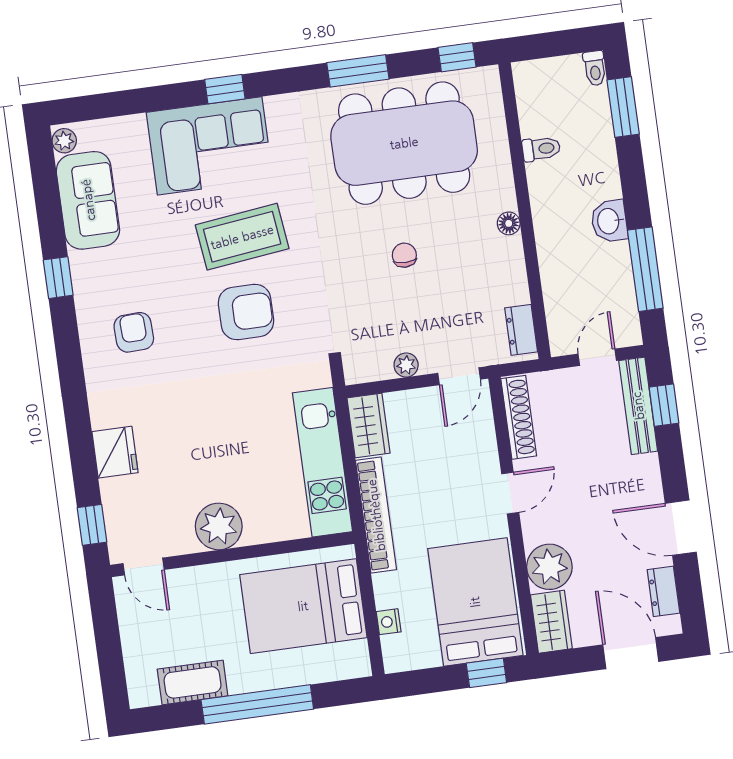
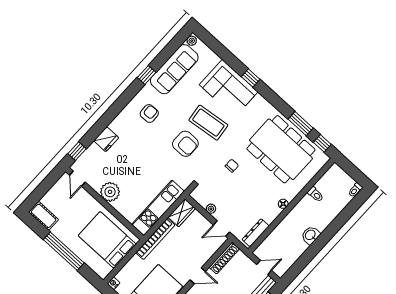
window: (358, 71) -> (301, 124), moved
window: (623, 107) -> (350, 209), removed
sofa: (88, 200) -> (174, 69), width x1.36
chair: (404, 255) -> (232, 166), moved
window: (645, 269) -> (305, 259), removed
dresser: (521, 330) -> (256, 233), width x1.44
nightstand: (389, 622) -> (114, 283), moved
cot: (193, 682) -> (44, 216), moved

